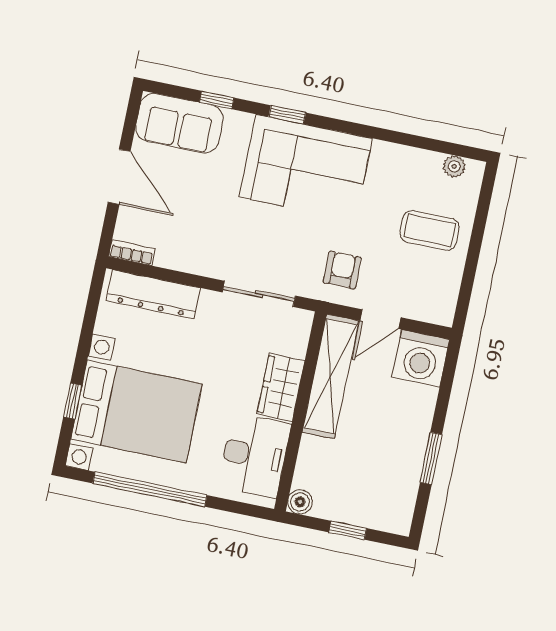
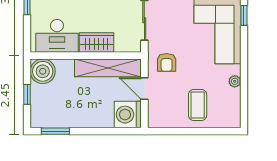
plant: (454, 166) -> (235, 81), moved
armchair: (342, 270) -> (167, 62), turned 90
window: (431, 458) -> (55, 131), moved
boiler: (300, 502) -> (43, 71), width x1.86, depth x1.86

